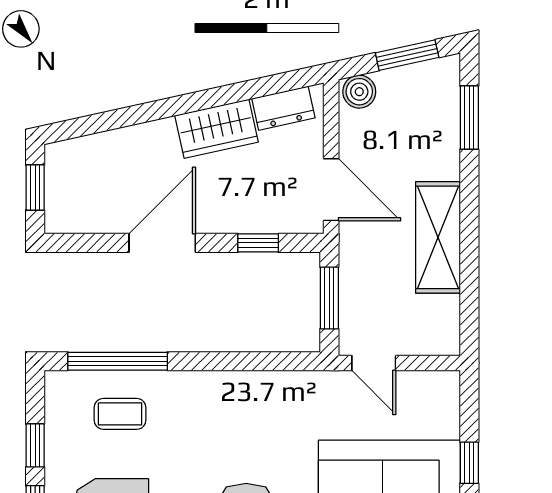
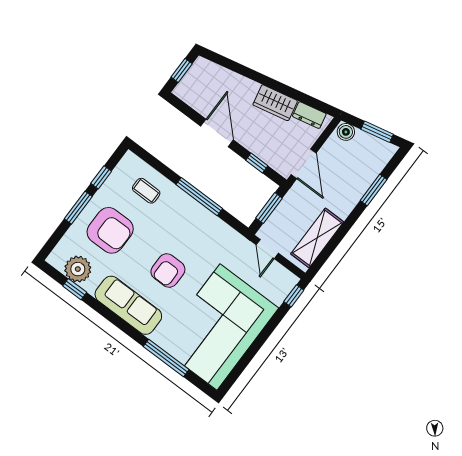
window: (469, 118) -> (374, 190), moved
shelving: (438, 237) -> (317, 238), moved
door: (162, 243) -> (217, 133), hinge flipped
window: (118, 361) -> (199, 197), moved
window: (469, 463) -> (294, 296), moved

